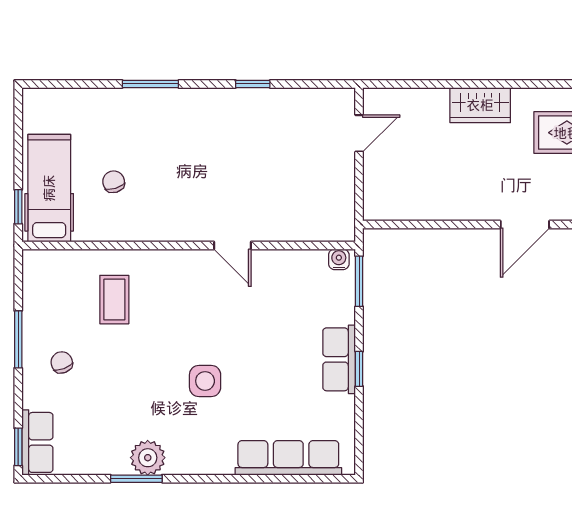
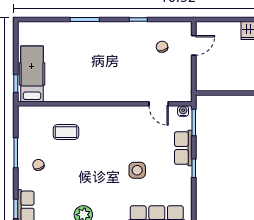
chair: (114, 182) -> (162, 47), moved
door: (233, 245) -> (159, 104), moved
coffee table: (114, 300) -> (66, 132), turned 90
row of seats: (339, 359) -> (183, 148), moved
side table: (205, 381) -> (137, 170), moved

